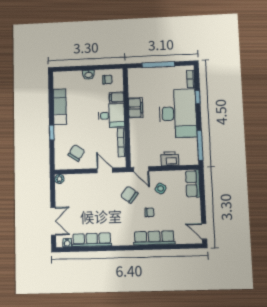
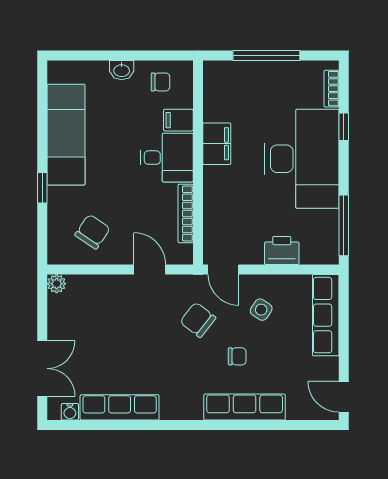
exam couch: (60, 107) -> (66, 135), width x1.36, depth x1.45
row of seats: (193, 184) -> (326, 315), width x1.48

